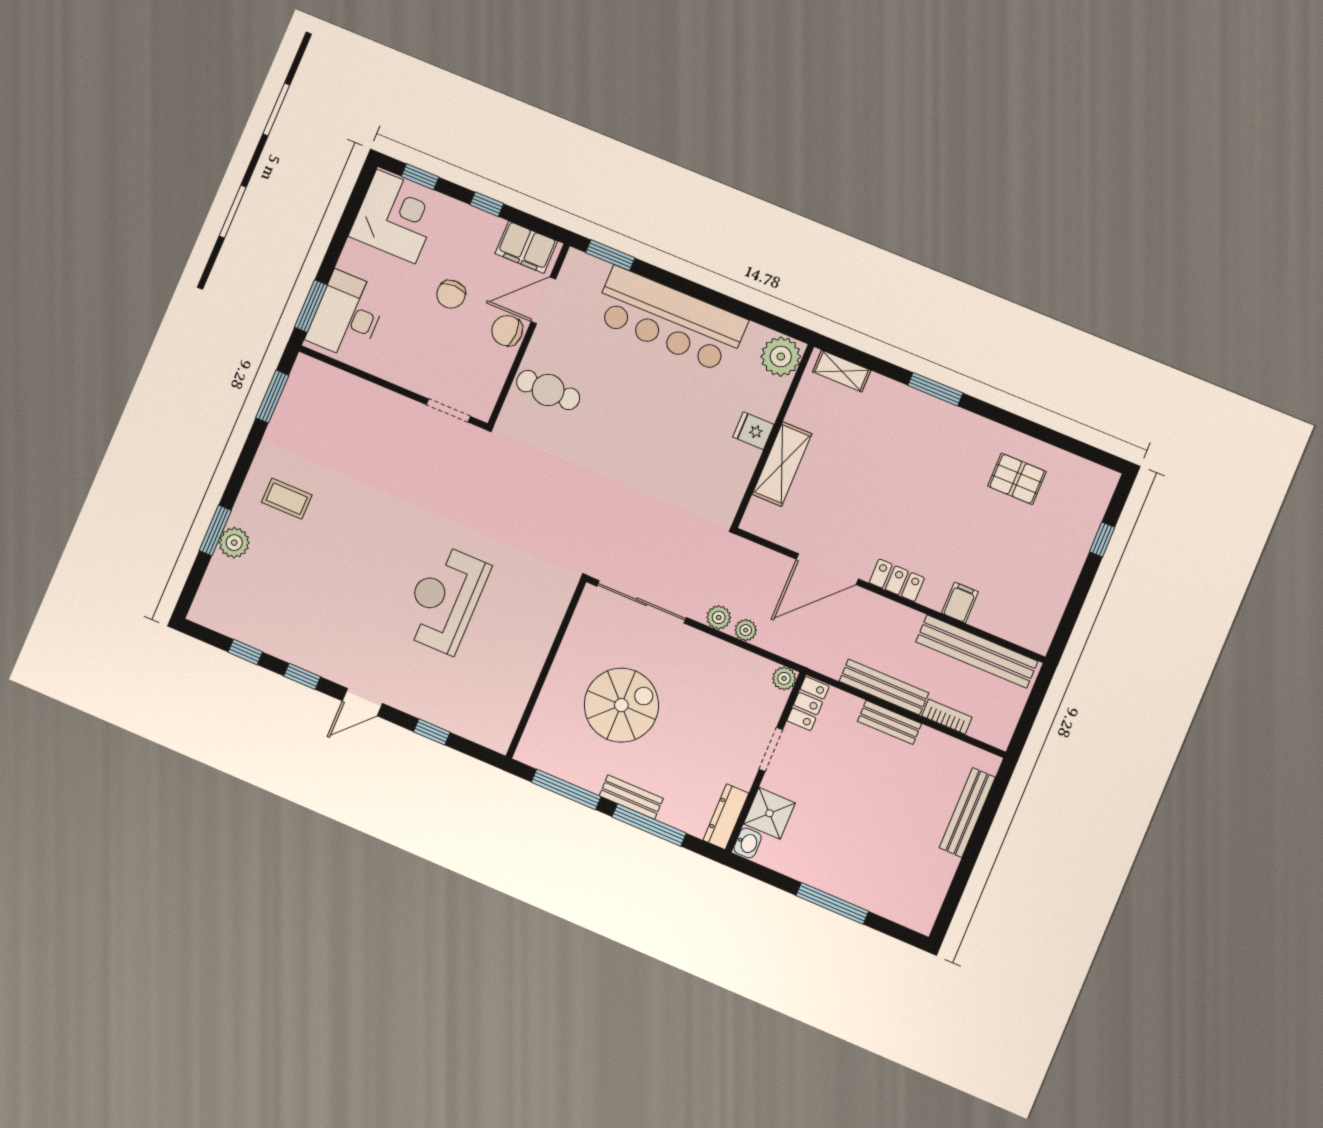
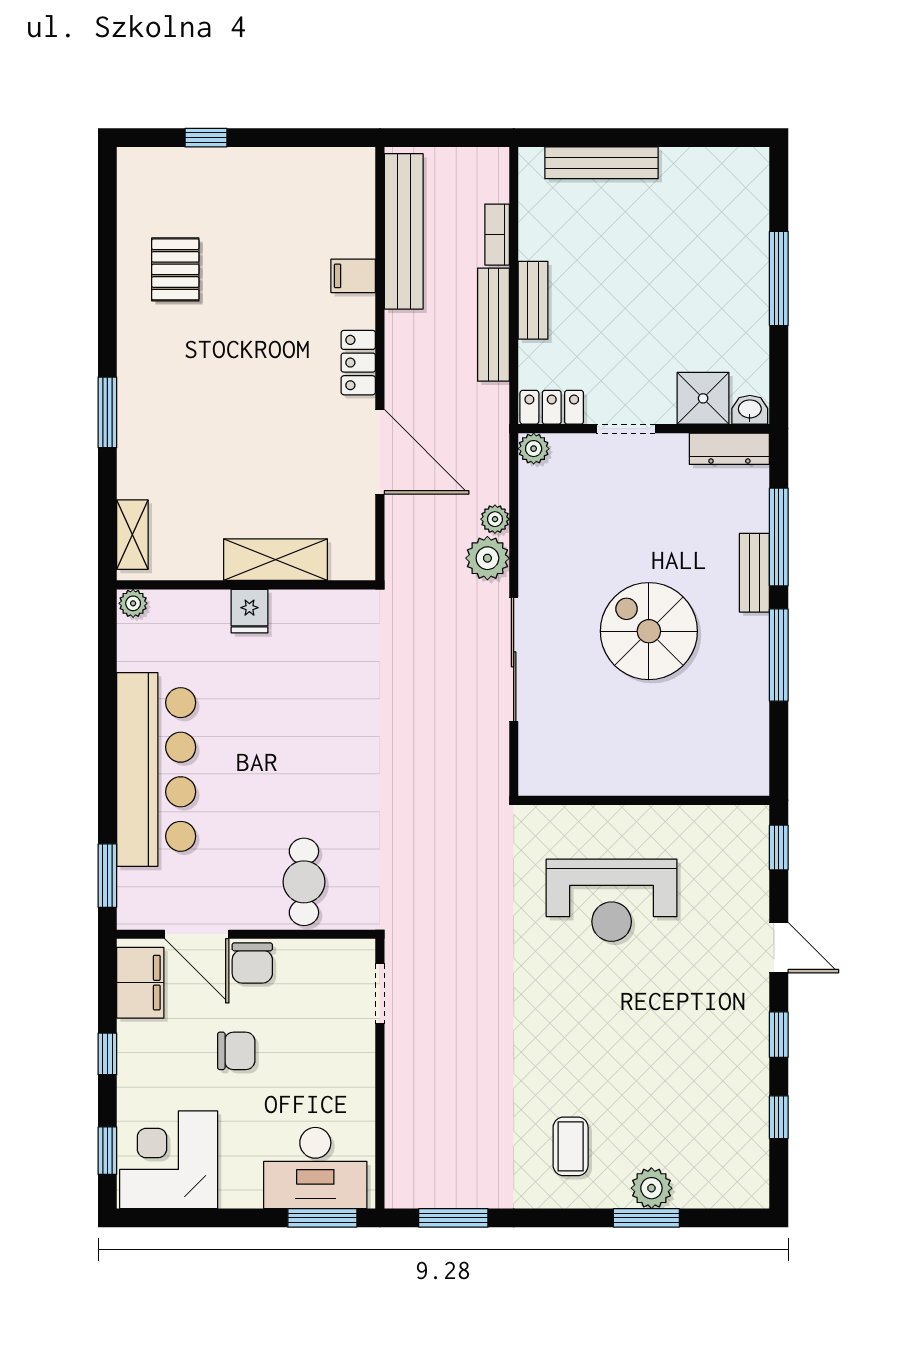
plant: (781, 357) -> (133, 603), width x0.53, depth x0.53
plant: (719, 617) -> (487, 558), width x1.38, depth x1.38
wall: (546, 669) -> (644, 800), moved

